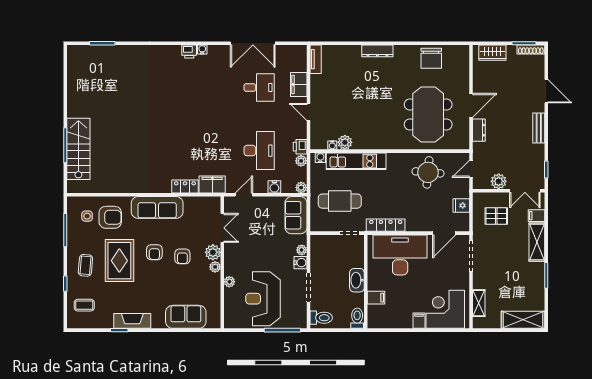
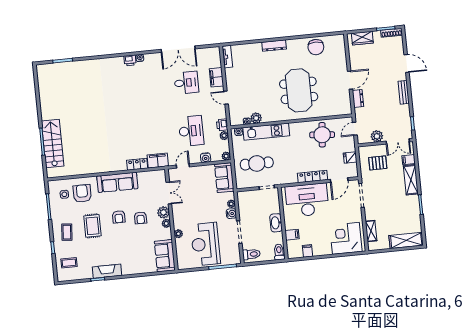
meeting table: (428, 114) -> (299, 90), moved
armchair: (110, 217) -> (82, 193), turned -90
locker: (386, 225) -> (313, 177), moved
rug: (119, 261) -> (92, 226), width x0.73, depth x0.70
sofa: (186, 317) -> (165, 256), moved, turned -90
filing cabinet: (419, 321) -> (308, 251), moved

